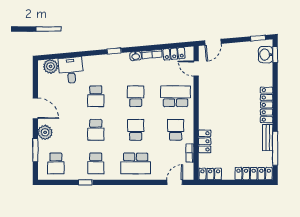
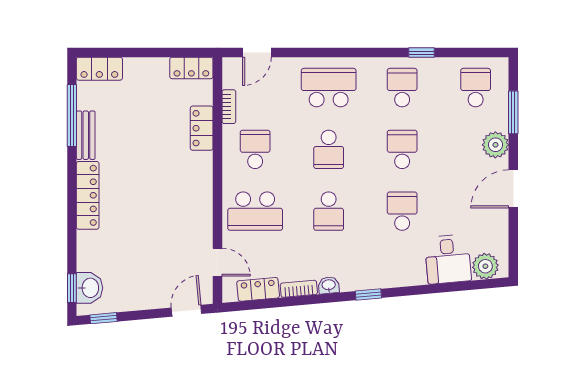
door: (35, 108) -> (513, 189), hinge flipped
school desk: (176, 130) -> (255, 149), turned 180
locker: (254, 174) -> (99, 69), width x0.66

